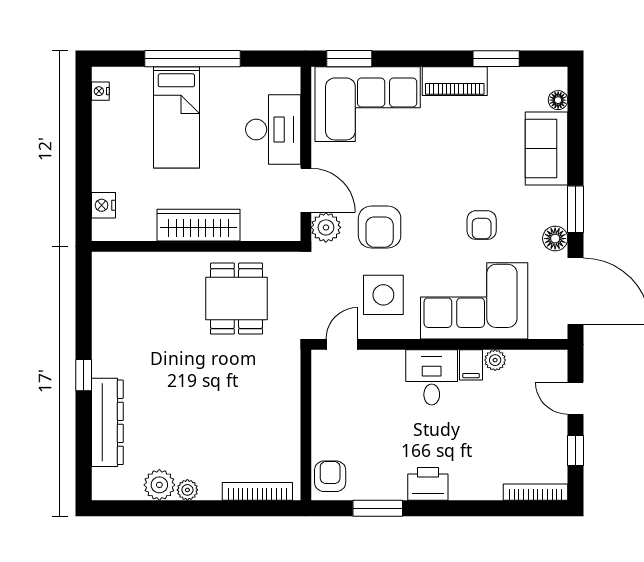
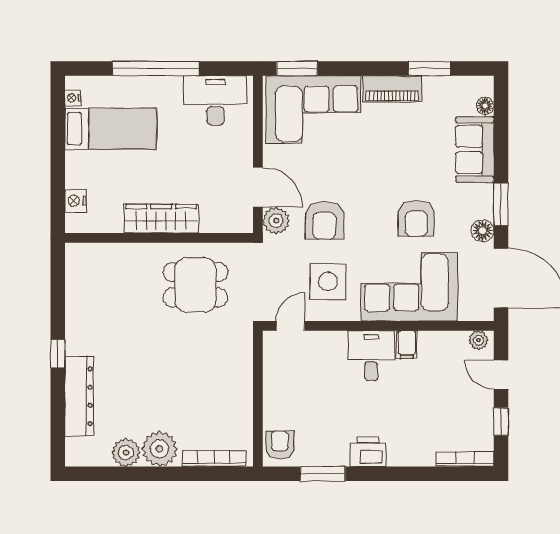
bed: (176, 117) -> (111, 129), moved, turned -90
desk: (273, 129) -> (215, 100), moved, turned -90
armchair: (482, 225) -> (416, 218), width x1.38, depth x1.38
dining table: (236, 299) -> (195, 285), turned 90
plant: (495, 360) -> (479, 340), moved
plant: (187, 490) -> (159, 449), width x1.87, depth x1.87

